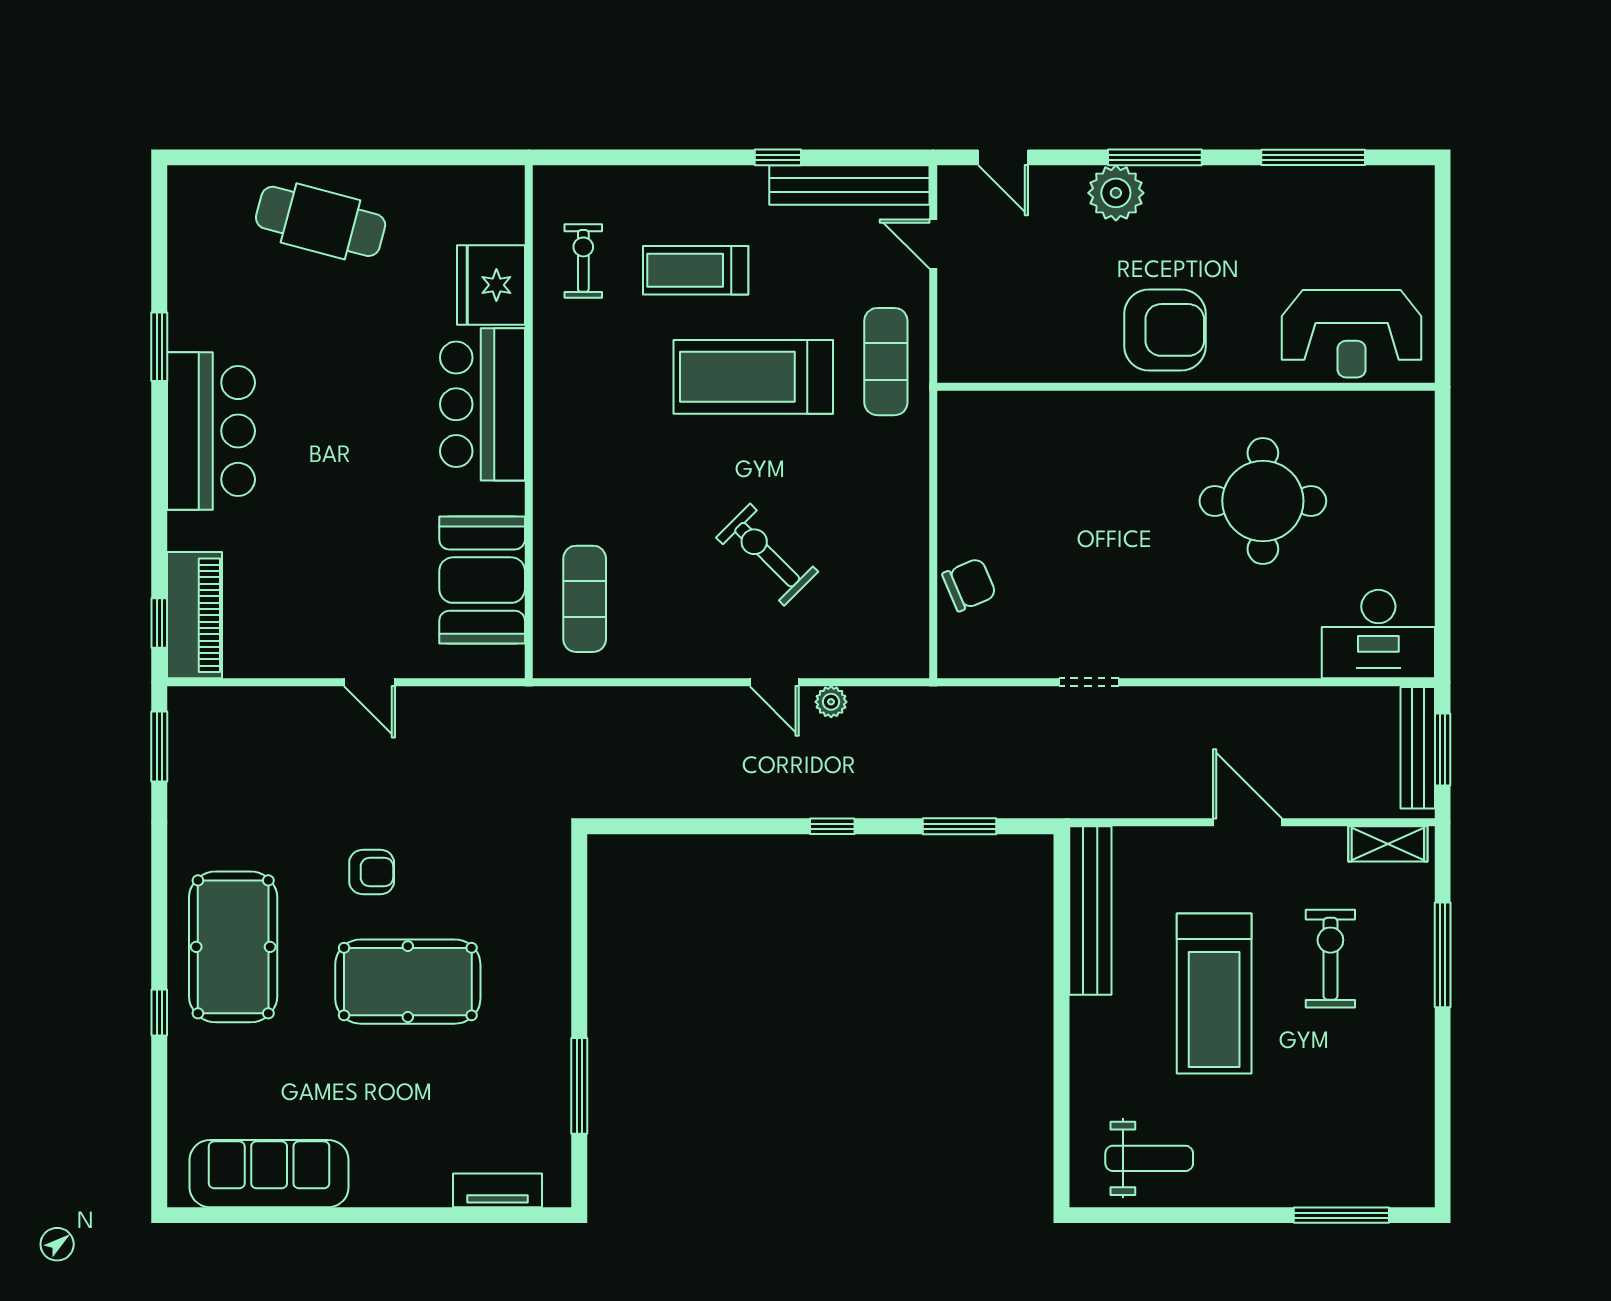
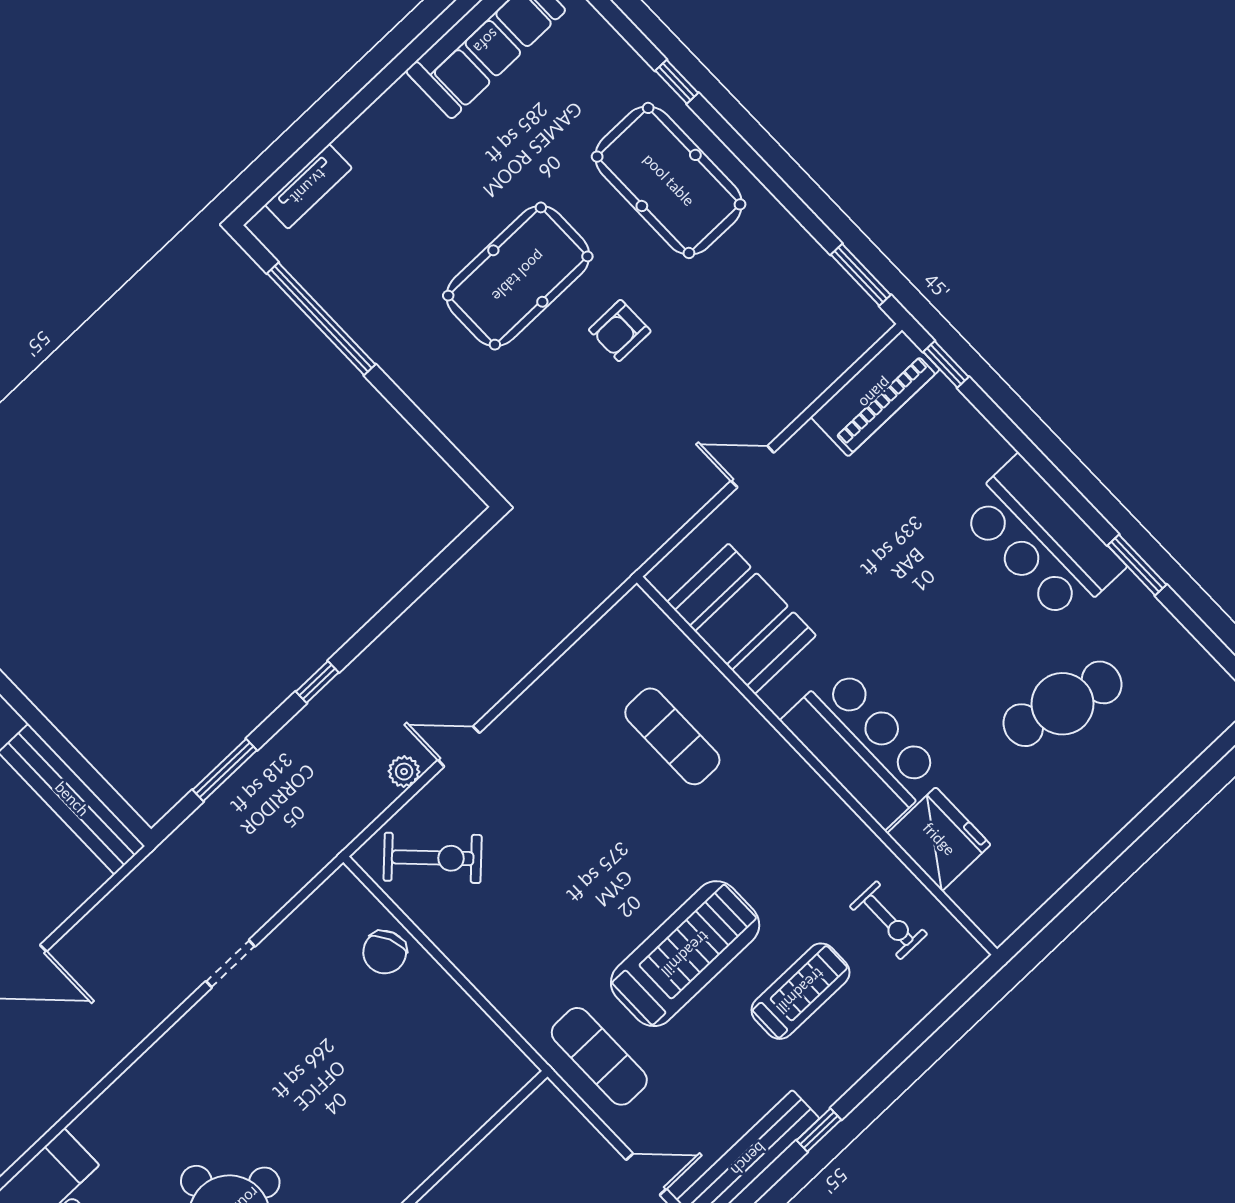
cafe table: (321, 221) -> (1062, 704), moved
exercise bike: (767, 555) -> (433, 858), moved
exercise mat: (585, 599) -> (672, 736), moved
piano: (195, 615) -> (875, 393), moved, turned -90
window: (579, 1086) -> (321, 319), width x1.46

